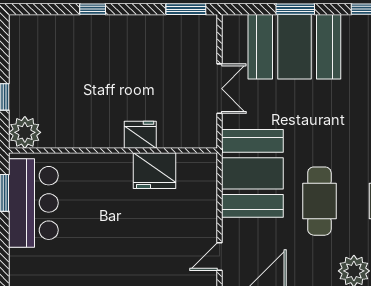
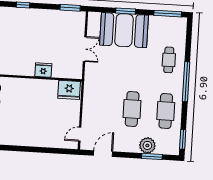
fridge: (155, 171) -> (69, 90), moved
booth: (252, 173) -> (99, 93), removed

